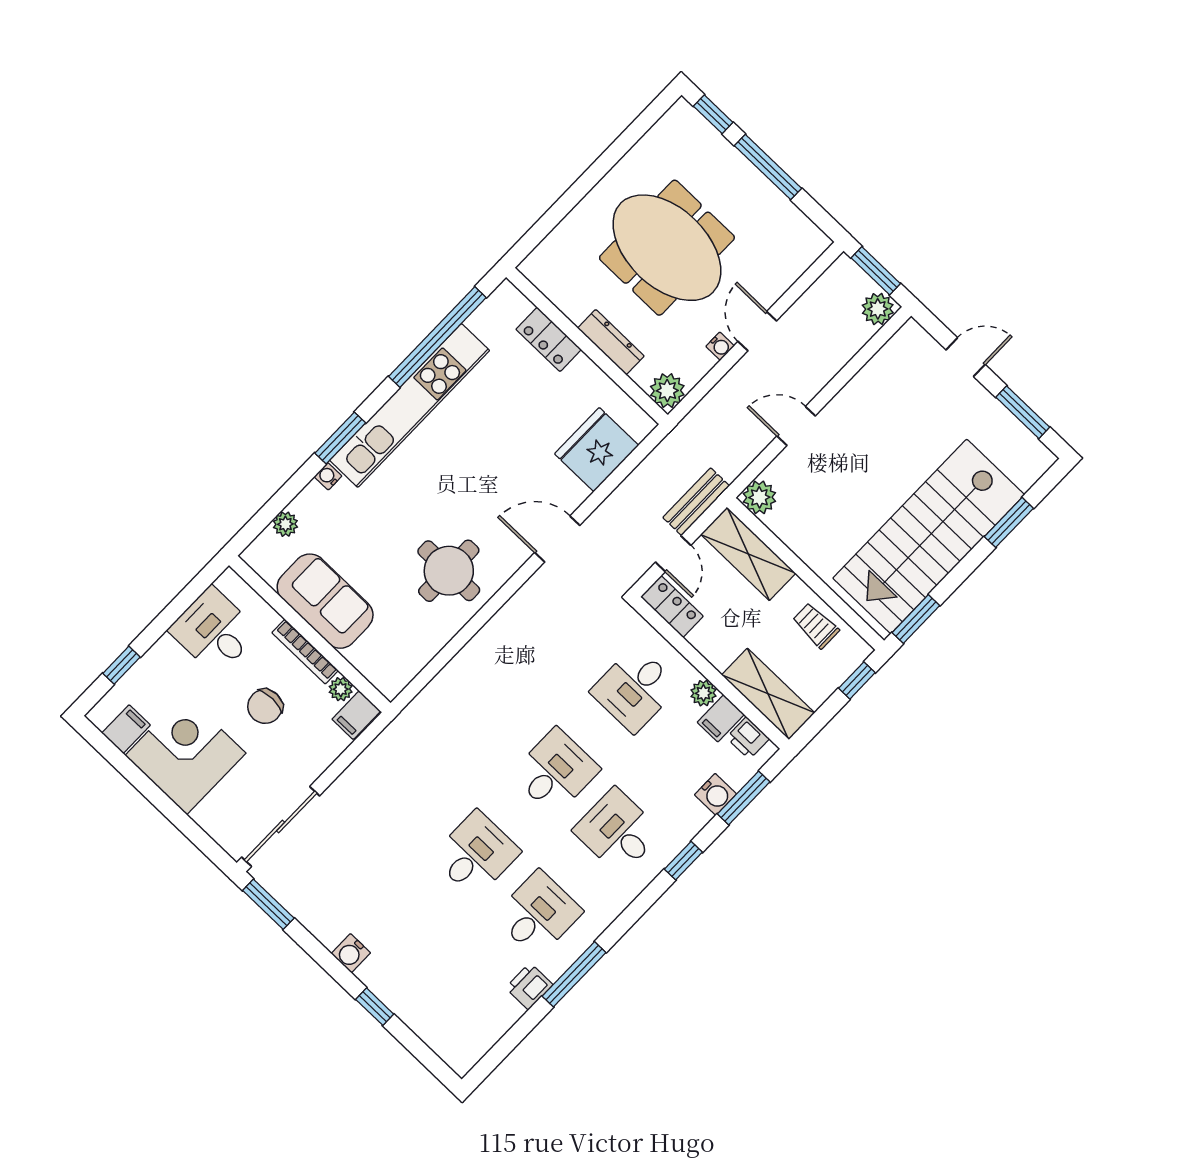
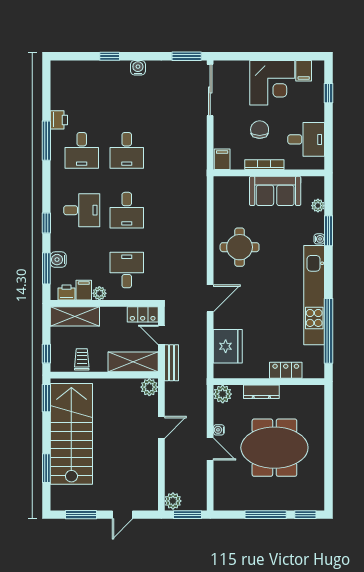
window: (340, 438) -> (328, 231), moved
trolley: (816, 626) -> (82, 359), turned -90
plant: (341, 689) -> (237, 163), removed

